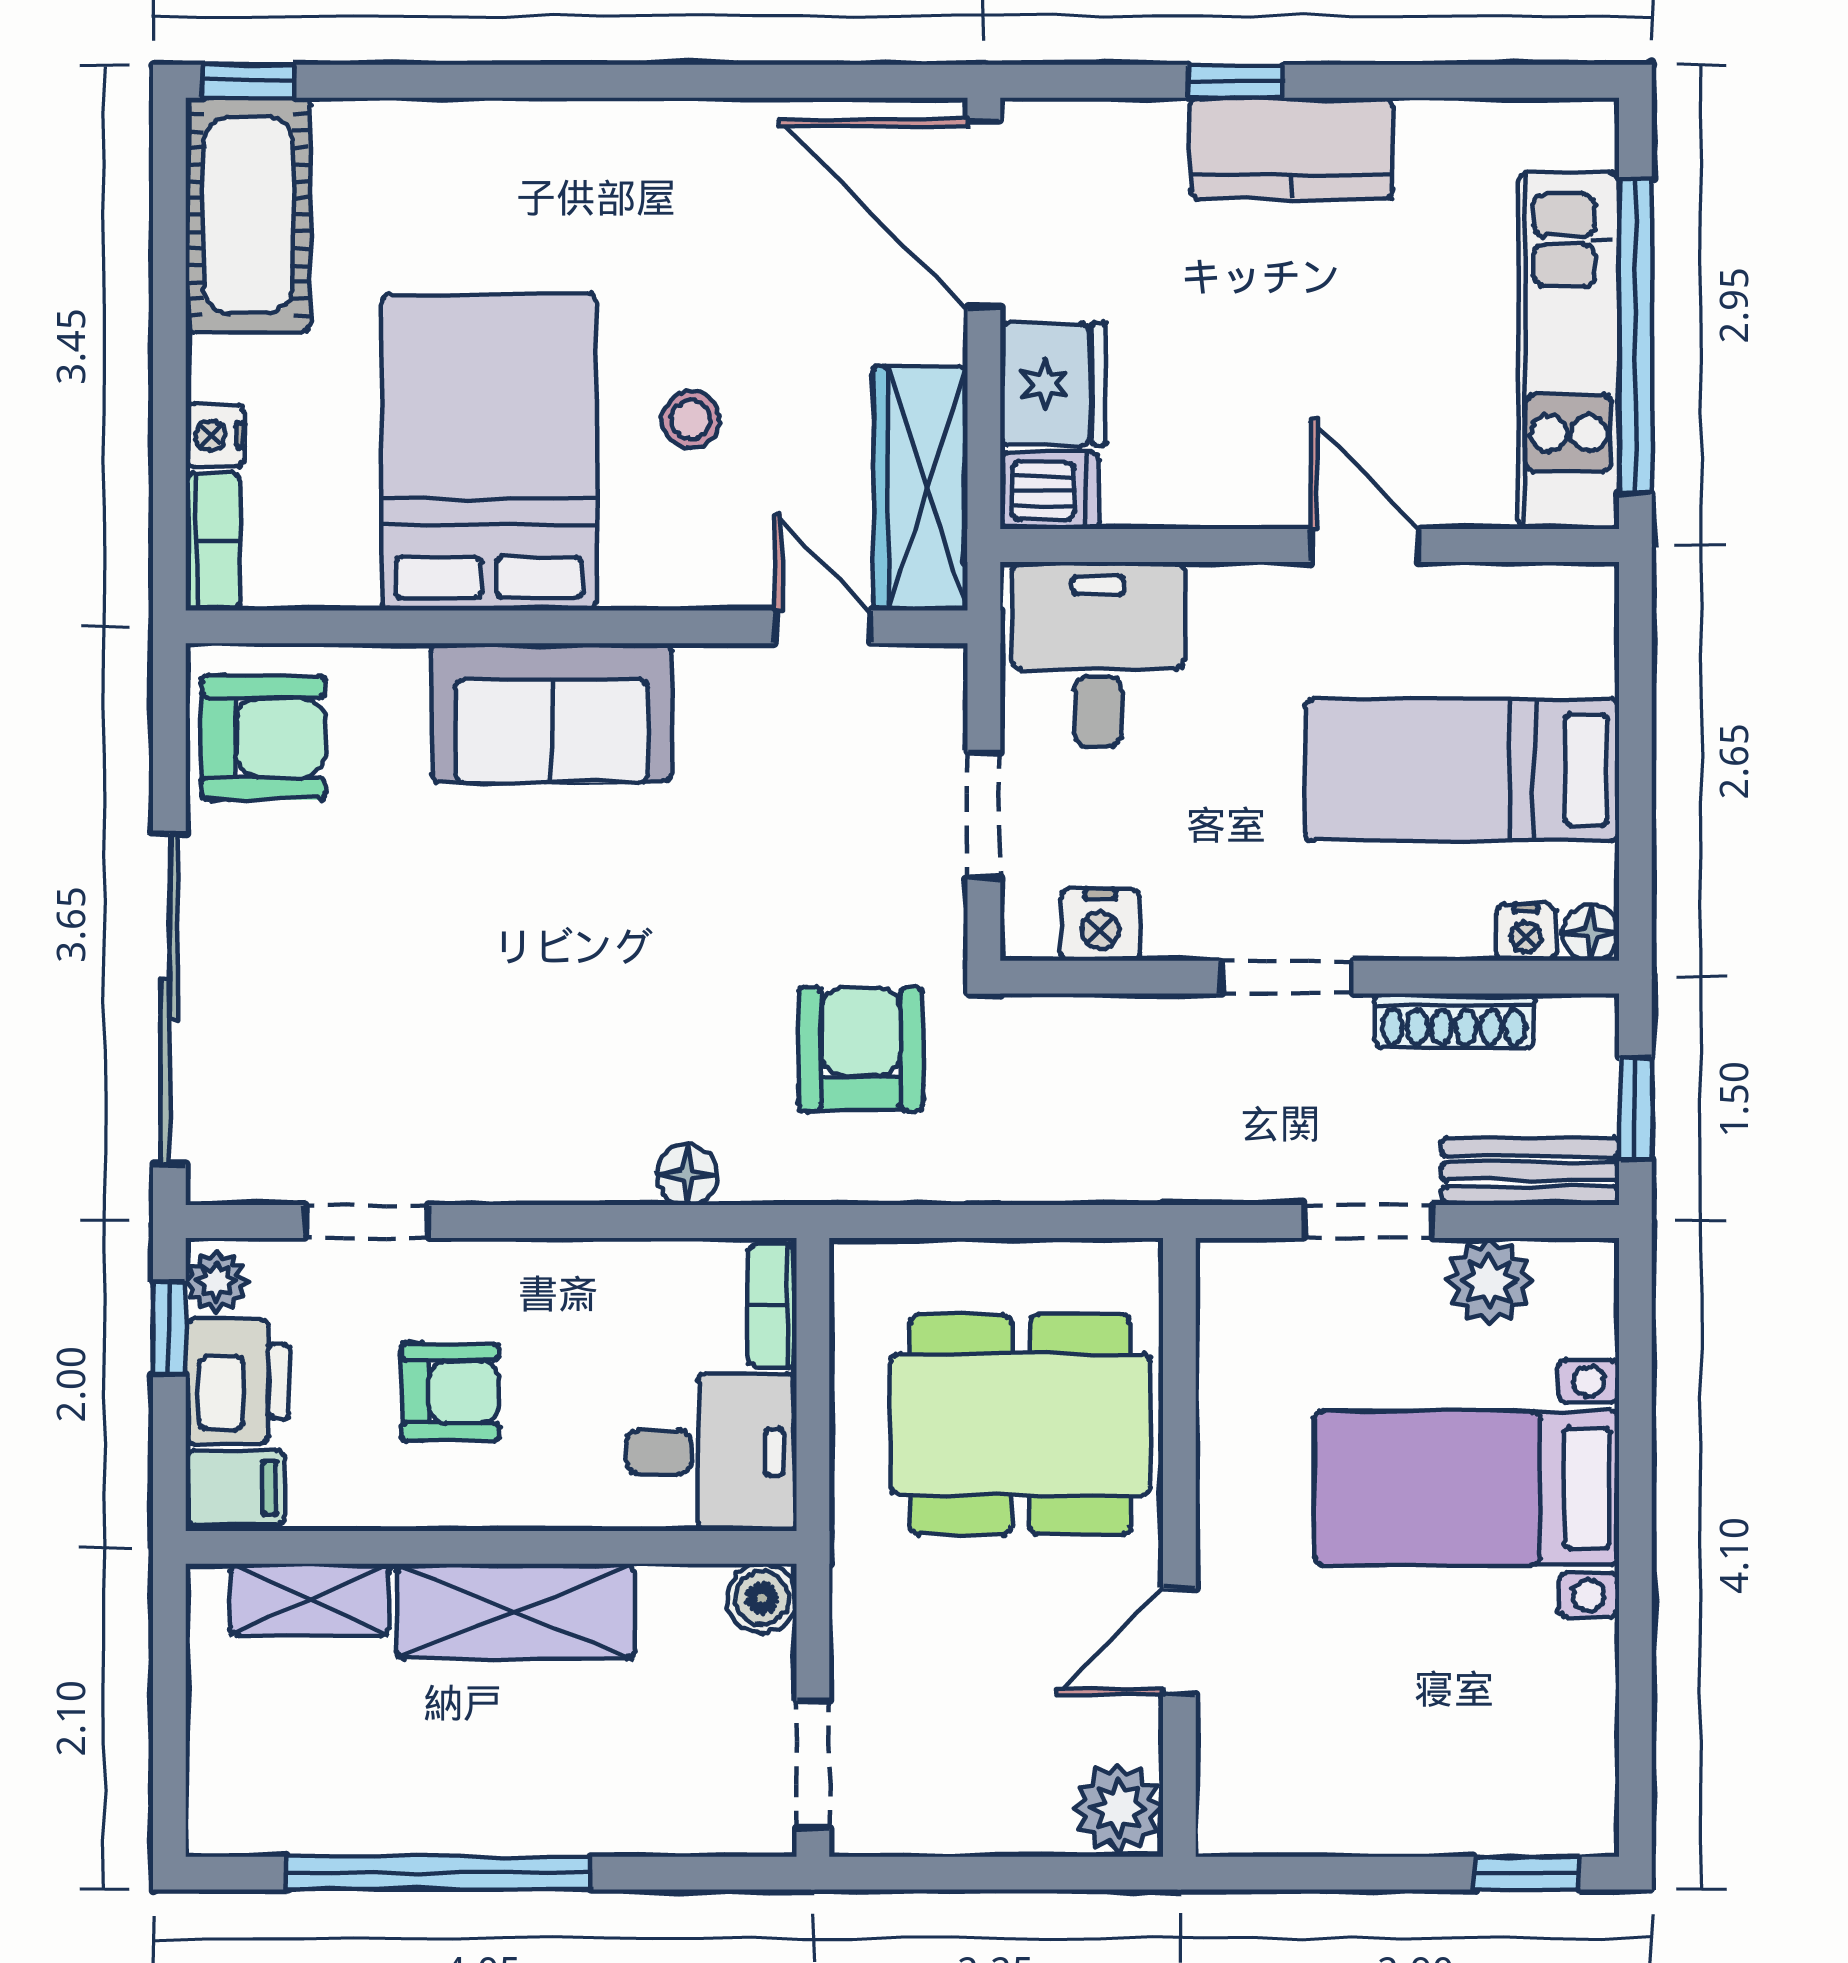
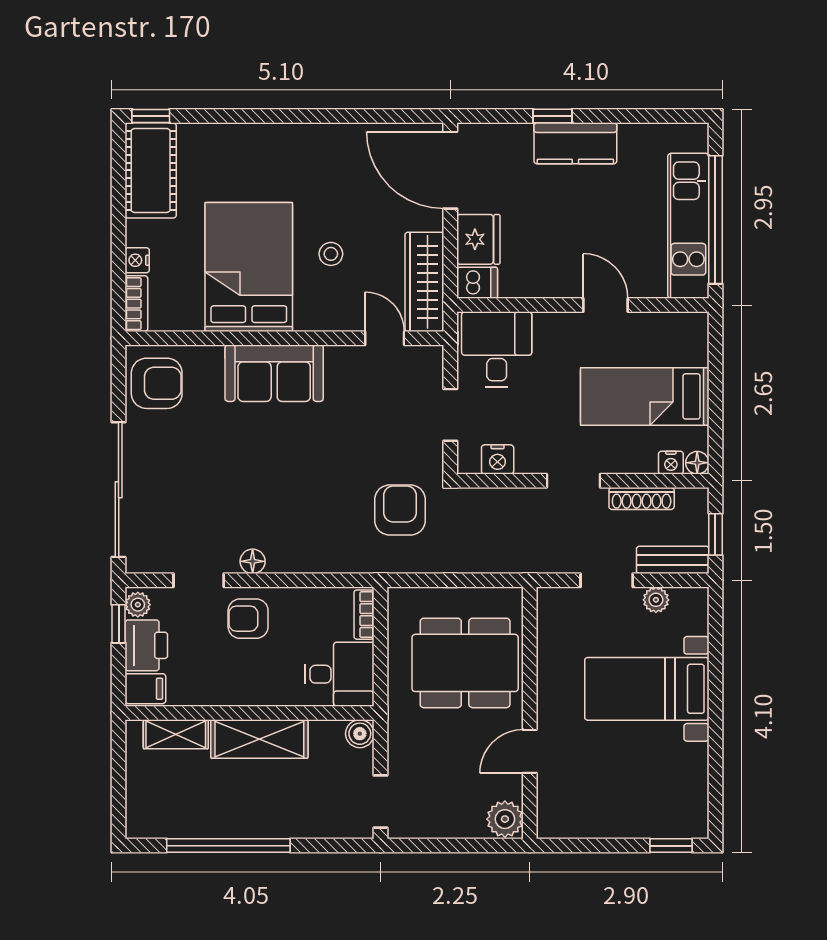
floor lamp: (687, 1175) -> (253, 561), moved
plant: (1489, 1281) -> (656, 600), width x0.73, depth x0.73
armchair: (450, 1392) -> (248, 619), moved, turned 180

